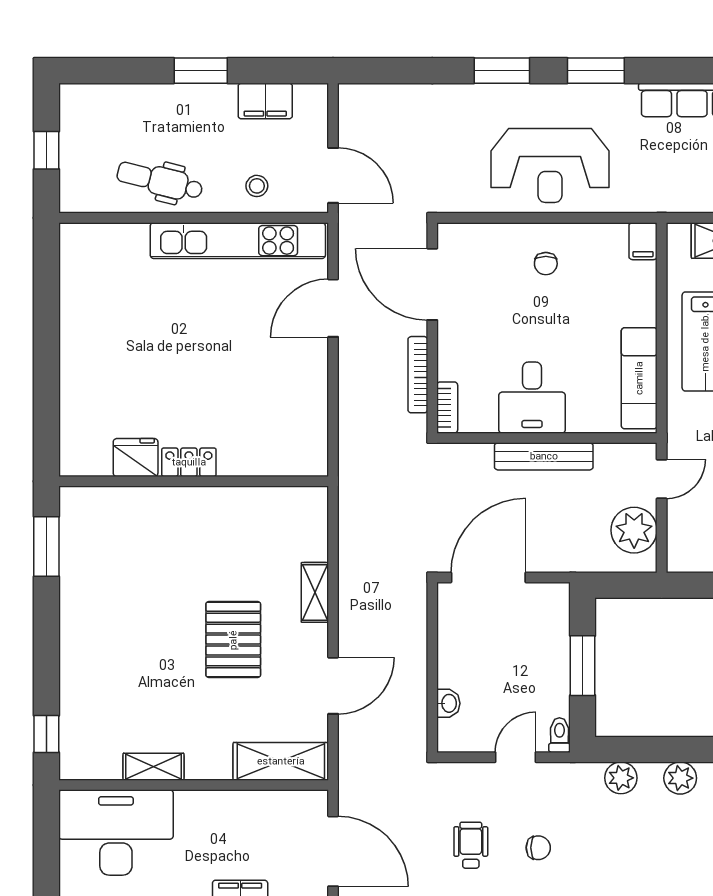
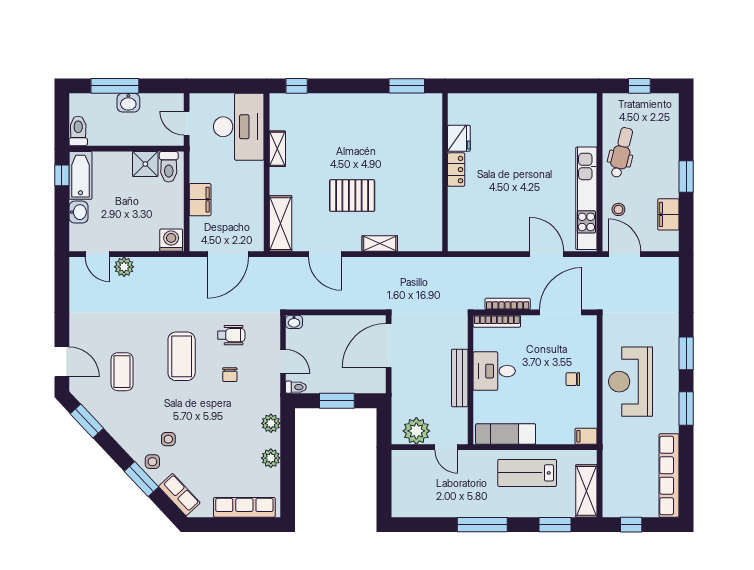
door: (333, 175) -> (625, 254), swing flipped
bookcase: (447, 408) -> (497, 321), width x1.56
door: (488, 577) -> (389, 345), swing flipped
washbasin: (448, 703) -> (294, 322), moved

